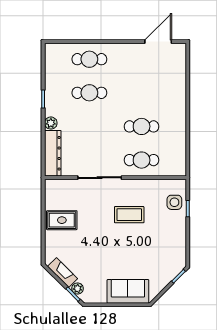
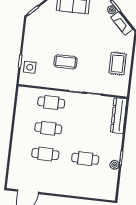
cafe table: (89, 59) -> (45, 154), moved
plant: (51, 123) -> (114, 165), moved
rug: (62, 220) -> (118, 64), turned 90

